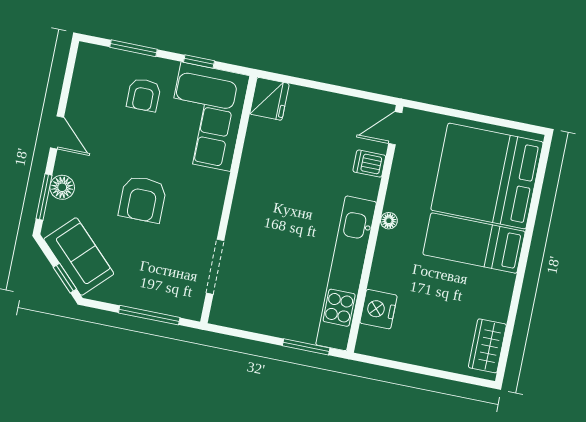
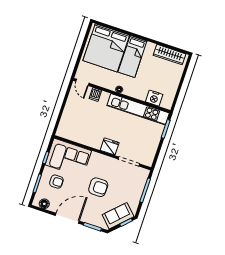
fridge: (269, 99) -> (110, 146), moved
door: (57, 133) -> (67, 218), width x1.88
floor lamp: (62, 187) -> (44, 204), moved
wardrobe: (487, 346) -> (170, 55), width x1.50

